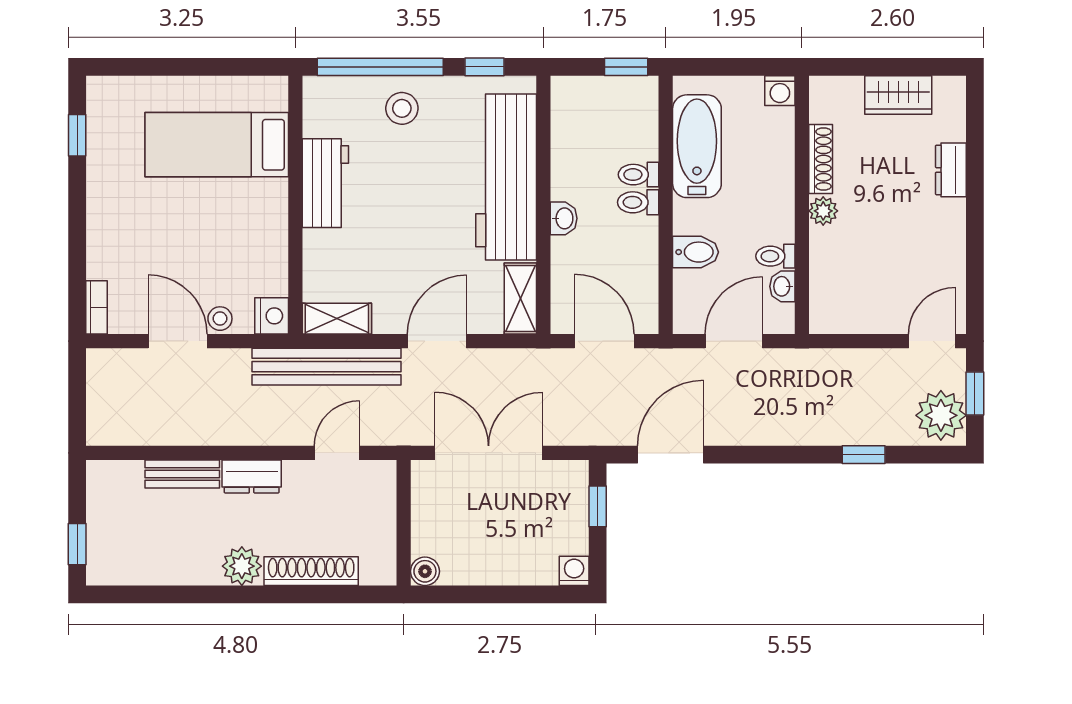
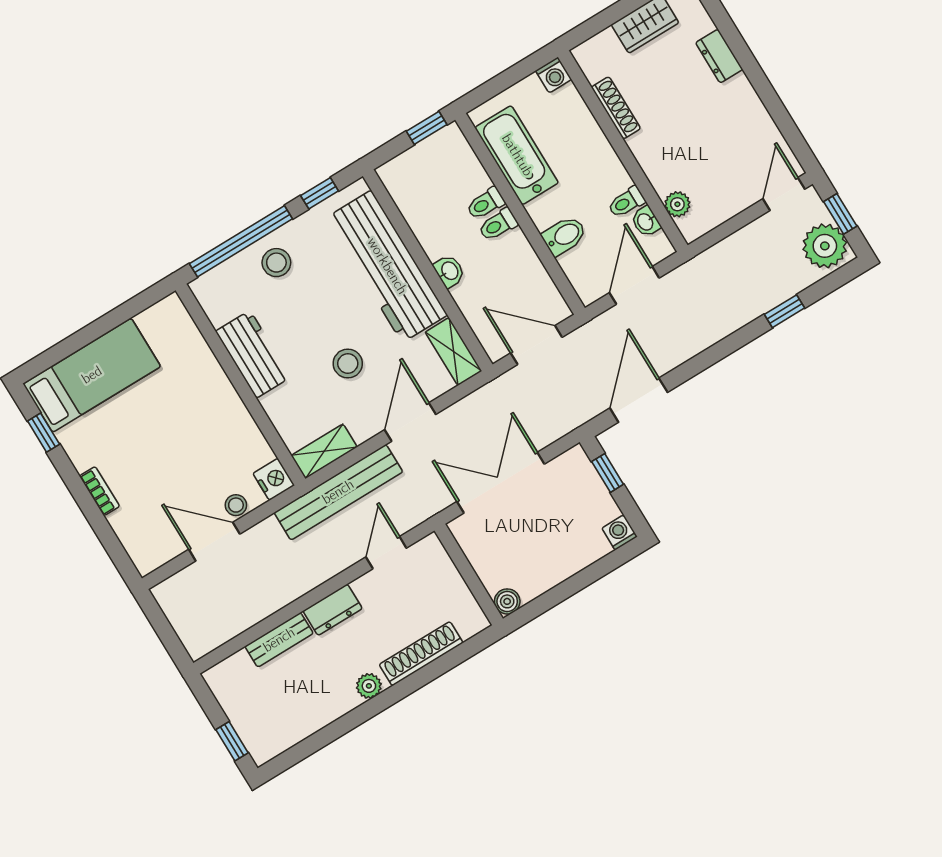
bed: (217, 145) -> (92, 375), moved, turned 180
plant: (823, 211) -> (677, 204), moved
stool: (411, 248) -> (348, 363), added
bookcase: (97, 307) -> (99, 491), moved
plant: (242, 566) -> (369, 686), width x0.73, depth x0.73

